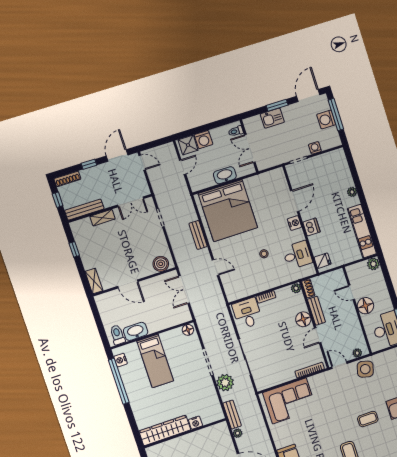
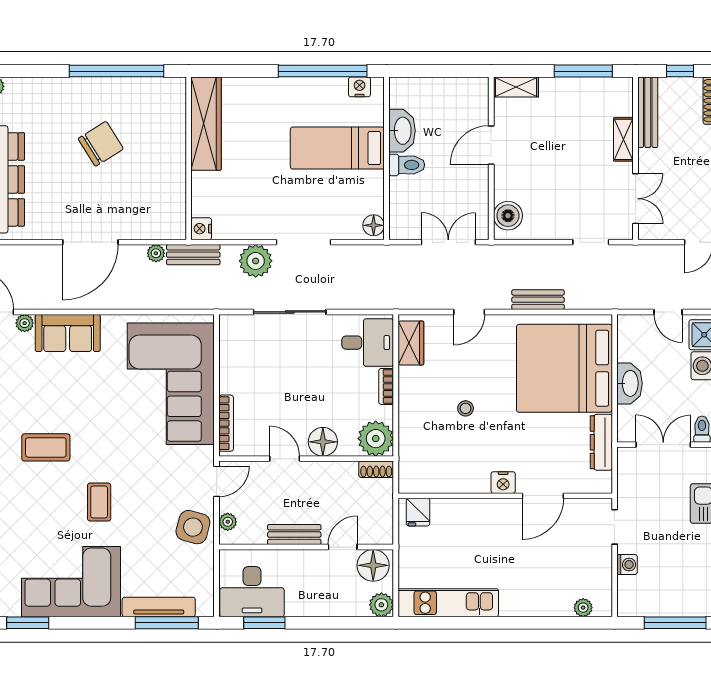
washing machine: (326, 119) -> (672, 602), removed
dresser: (259, 180) -> (601, 442), added
plant: (352, 192) -> (583, 608), moved
door: (295, 201) -> (543, 496), hinge flipped
double door: (131, 202) -> (636, 199), swing flipped
dishwasher: (311, 227) -> (486, 511), removed
window: (74, 249) -> (583, 71), width x2.17
desk: (297, 255) -> (443, 469), removed
plant: (296, 288) -> (376, 439), width x1.88, depth x1.88
wardrobe: (240, 292) -> (411, 343), added
floor lamp: (365, 306) -> (373, 565), moved
bench: (316, 311) -> (294, 535), moved
toilet: (117, 335) -> (407, 165), moved
corner sofa: (289, 401) -> (171, 384), width x1.36, depth x1.36
nightstand: (195, 423) -> (201, 229), moved

